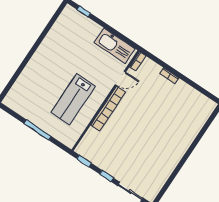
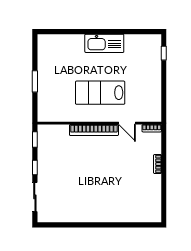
kitchen sink: (115, 46) -> (104, 43), moved, turned -90
lab bench: (73, 99) -> (100, 93), moved
window: (37, 130) -> (35, 81), width x0.69

